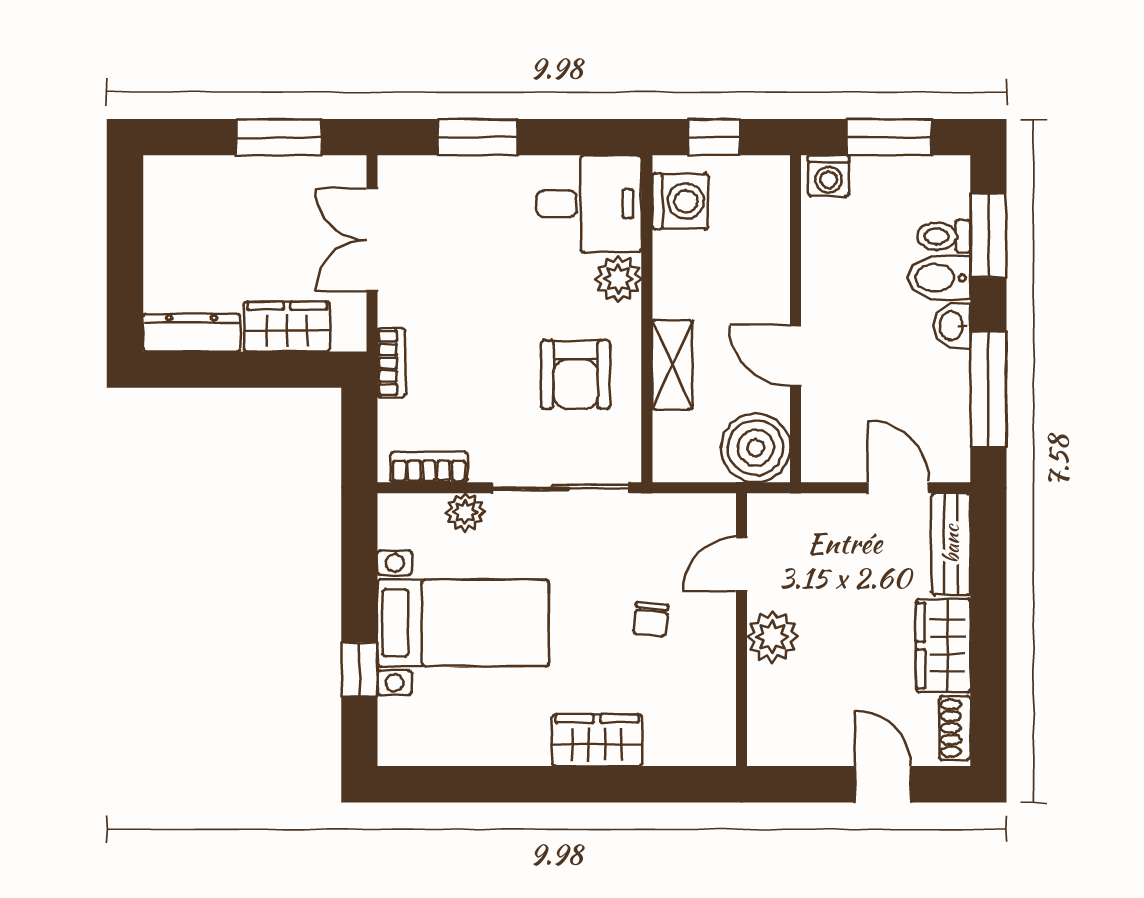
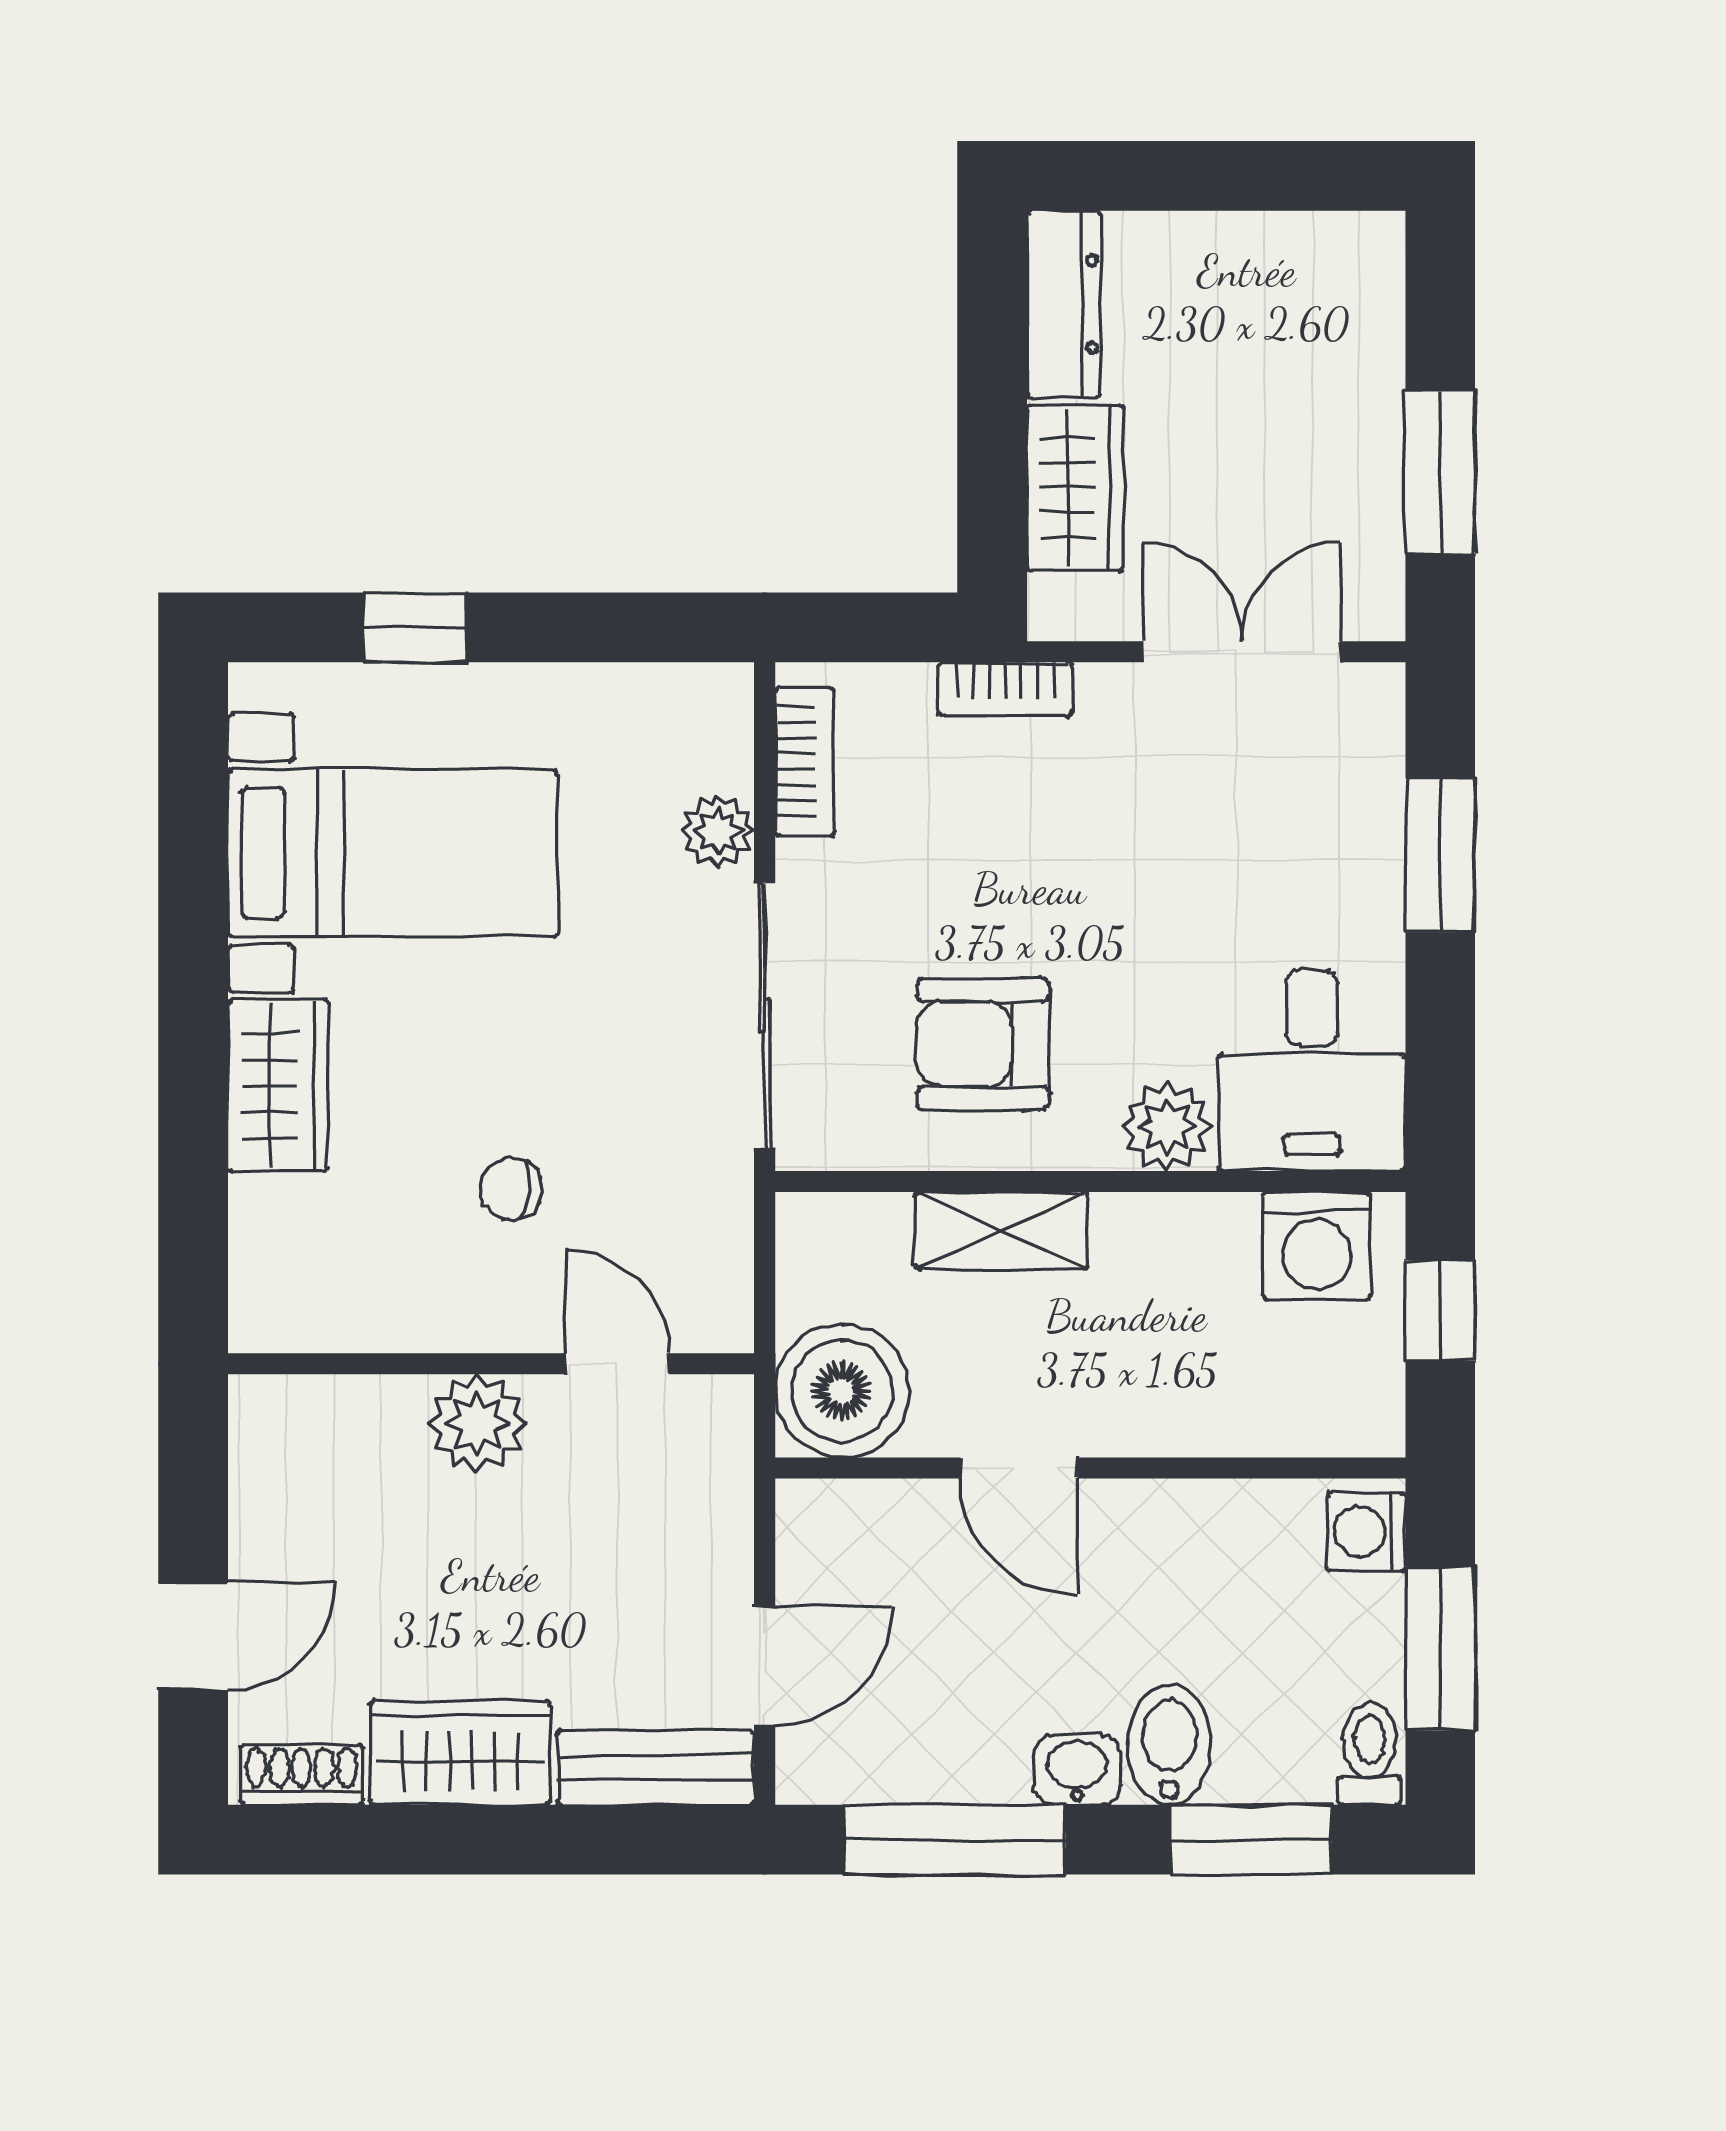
toilet: (944, 236) -> (1369, 1754), moved
door: (796, 356) -> (1019, 1468), swing flipped
bed with nightstands: (463, 623) -> (393, 853), moved, turned -90

